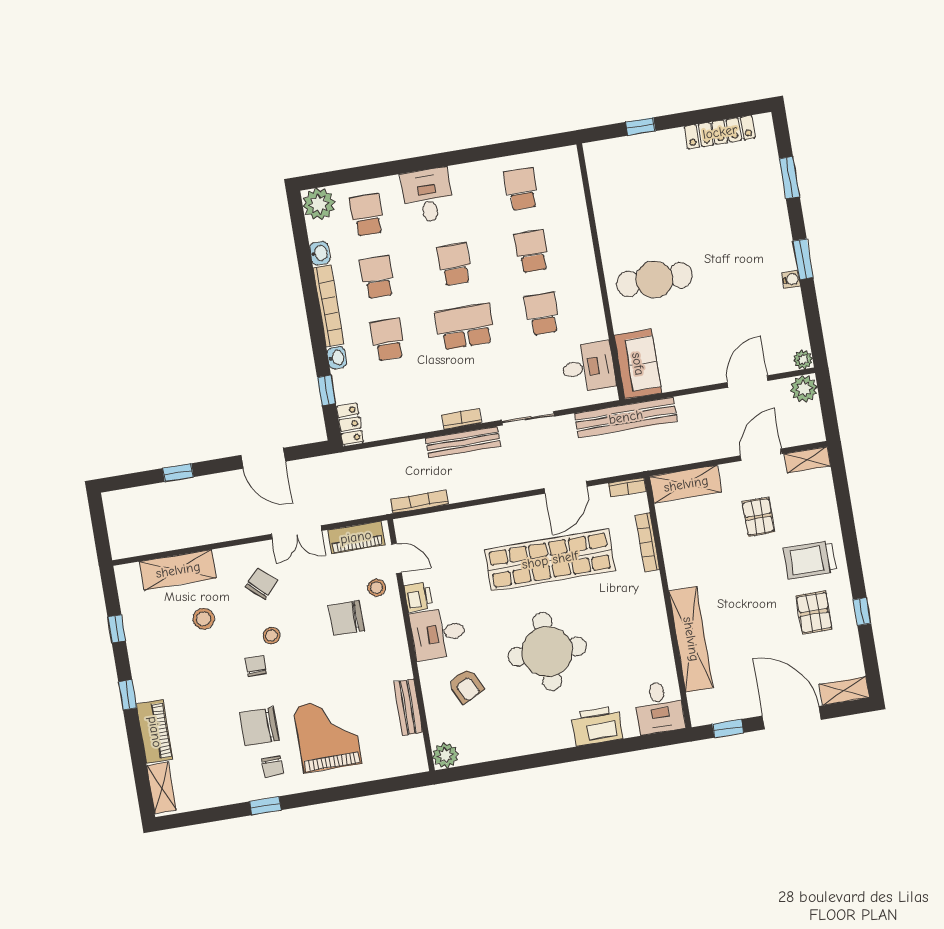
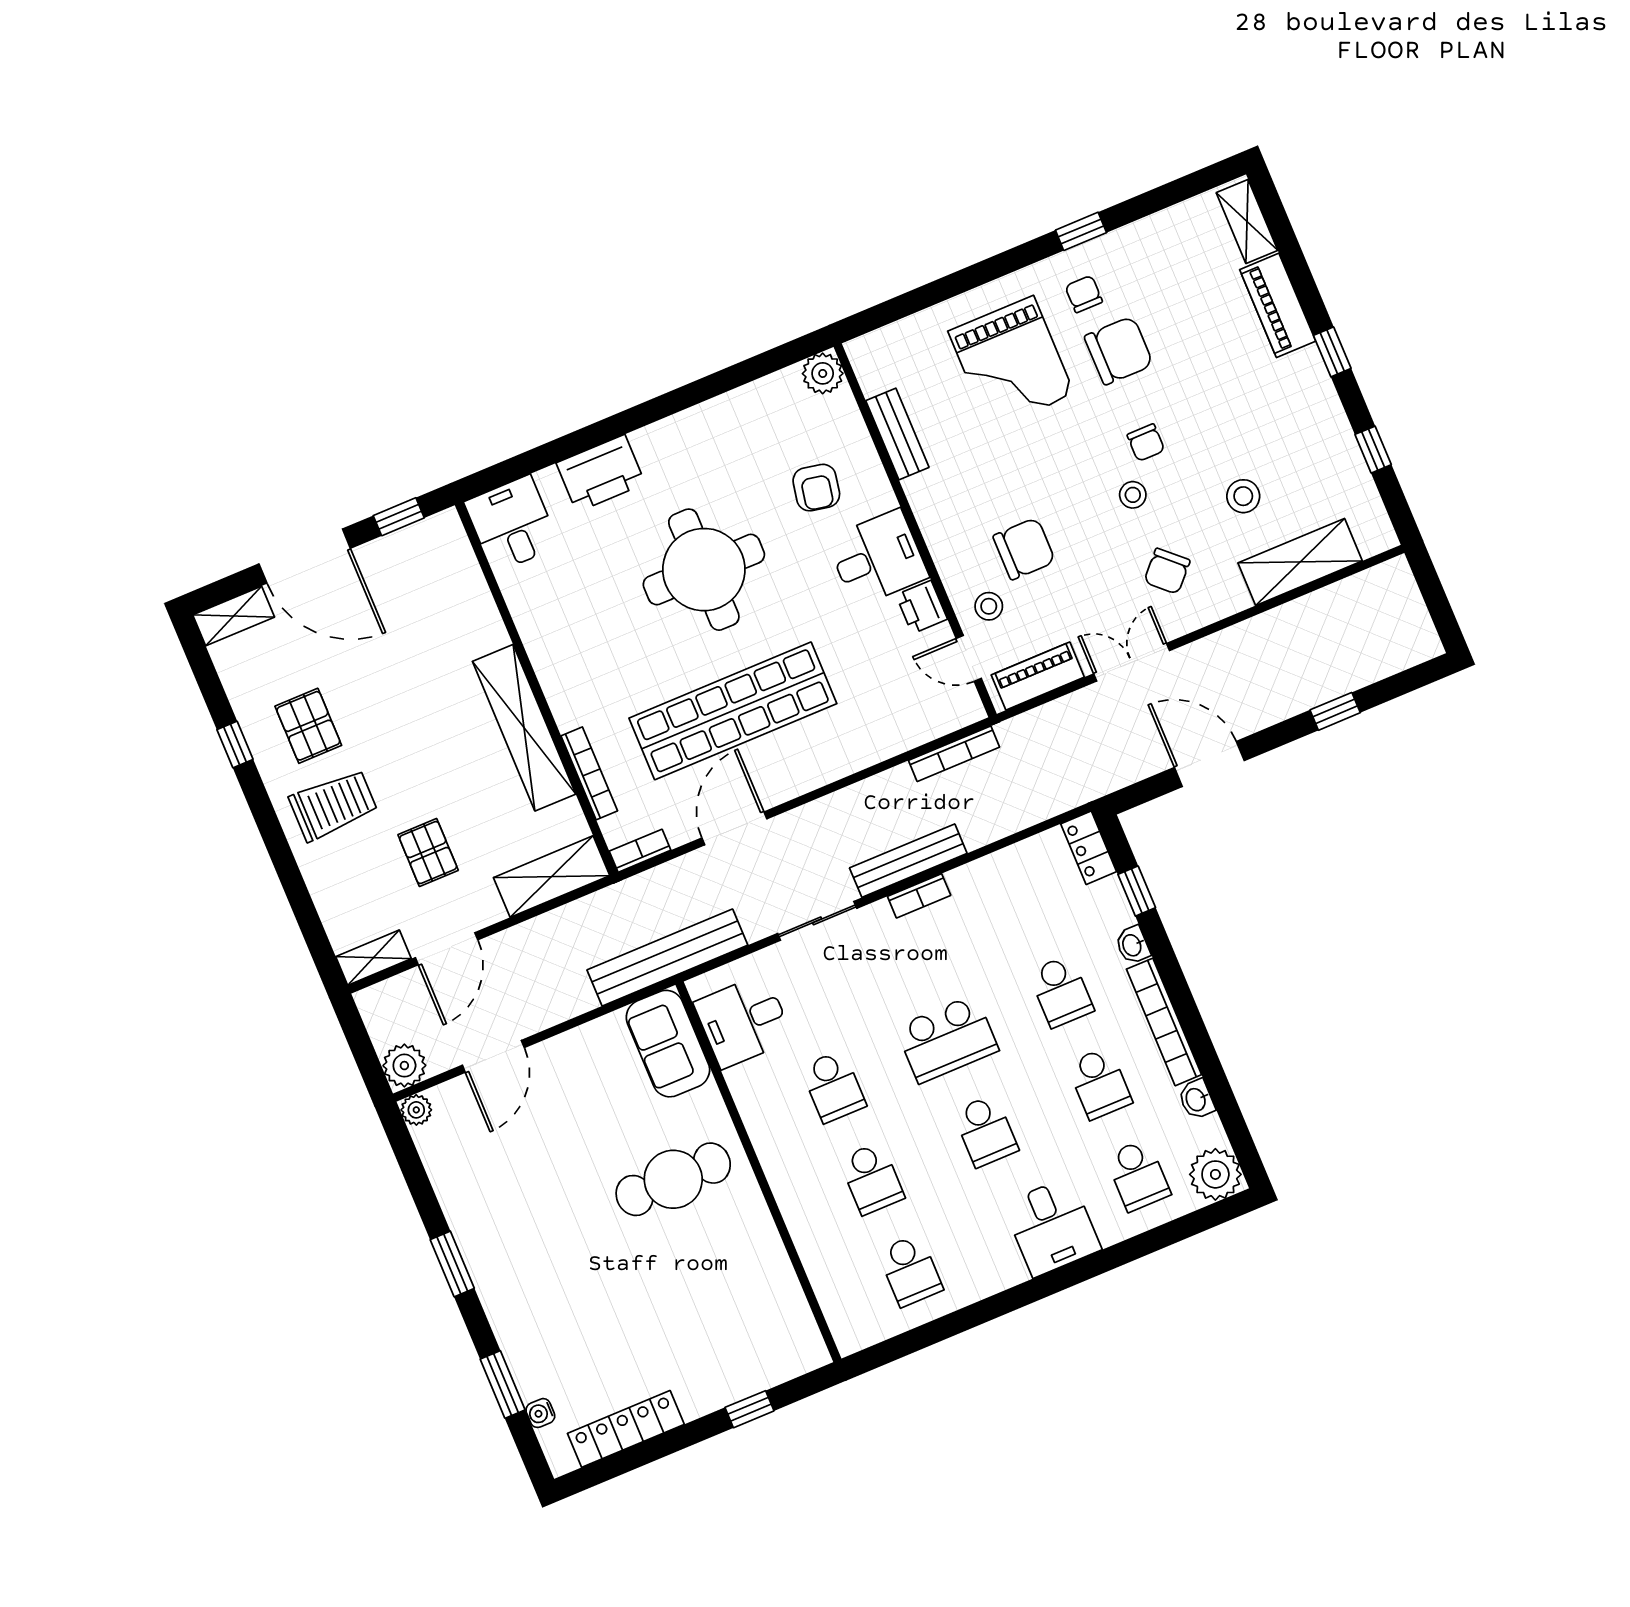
water cooler: (791, 279) -> (540, 1413), moved
shelving: (691, 639) -> (524, 728), moved
armchair: (466, 686) -> (816, 488), turned -143

